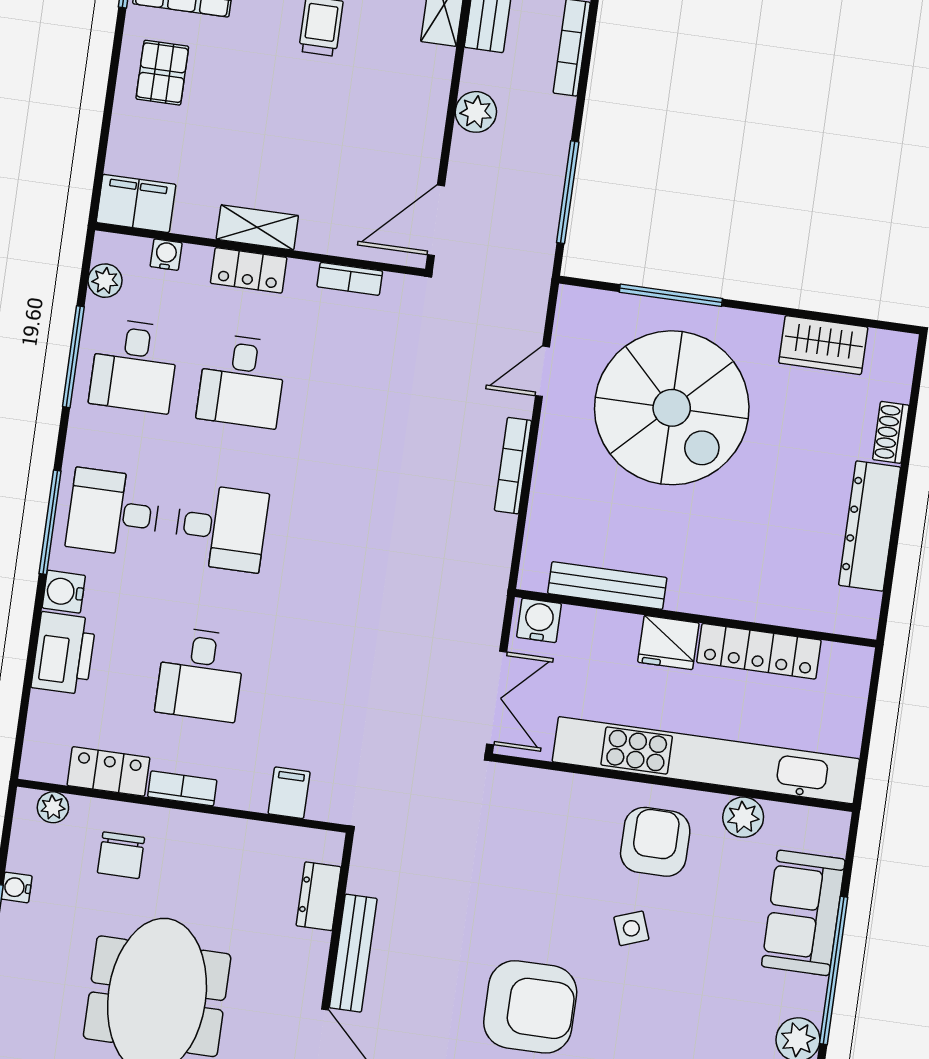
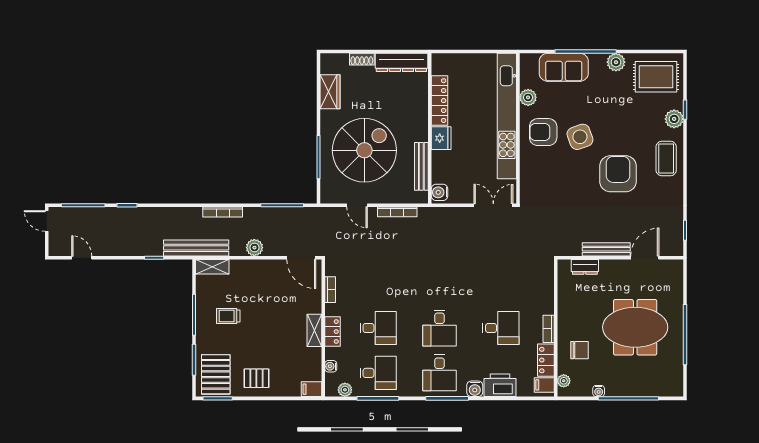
filing cabinet: (136, 203) -> (312, 389), width x0.50
desk: (221, 528) -> (439, 328), turned 180
bench: (607, 586) -> (421, 166), moved
wall: (696, 618) -> (430, 128), moved
water cooler: (539, 620) -> (440, 192), moved
fridge: (668, 643) -> (441, 138), moved
locker: (759, 651) -> (440, 101), moved
filing cabinet: (289, 793) -> (544, 385), moved
side table: (631, 928) -> (580, 137), width x1.87, depth x1.87

